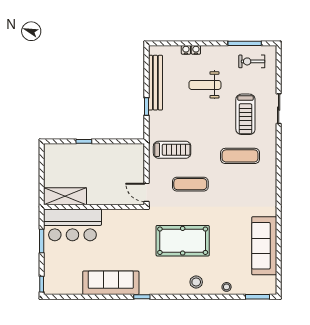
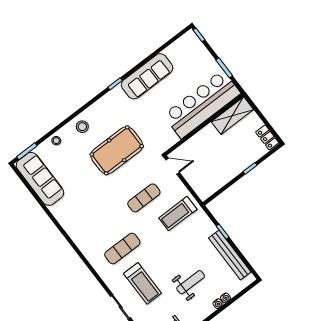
treadmill: (245, 114) -> (143, 283), turned 180
locker: (50, 156) -> (267, 137), added
bar counter: (72, 225) -> (202, 104), width x1.36
sofa: (264, 246) -> (40, 179), moved

